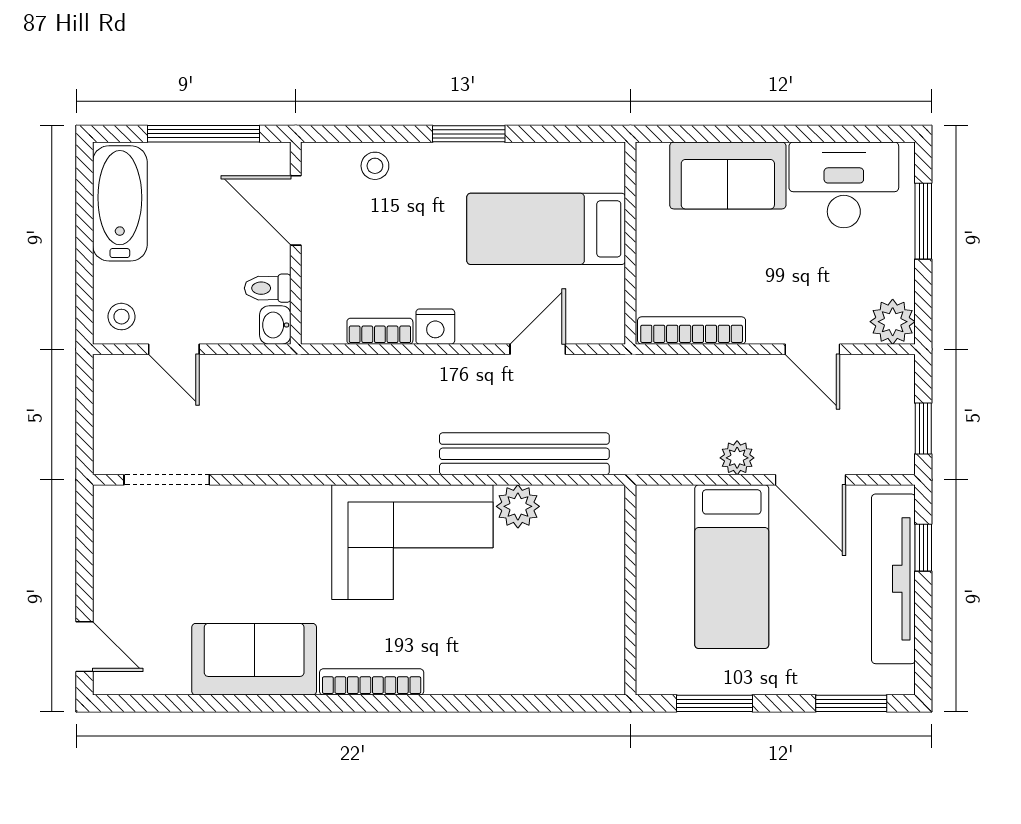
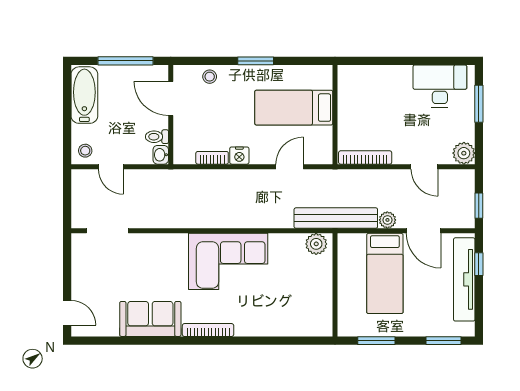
sofa: (728, 175) -> (383, 81), removed
bench: (524, 454) -> (336, 218), moved
plant: (518, 506) -> (316, 244), moved

